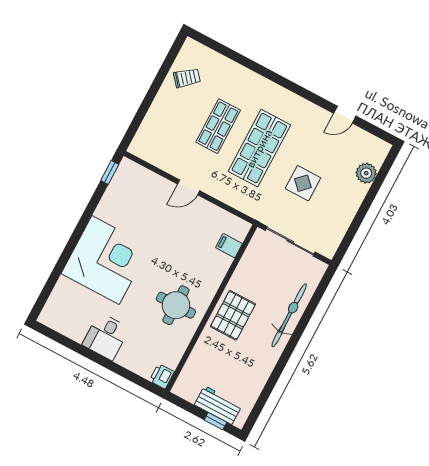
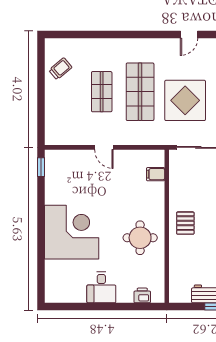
display table: (303, 183) -> (185, 100), width x1.86, depth x1.86
door: (189, 187) -> (104, 147), hinge flipped
pallet: (233, 315) -> (185, 223), width x0.67, depth x0.71
printer: (162, 376) -> (142, 295), moved, turned 90

